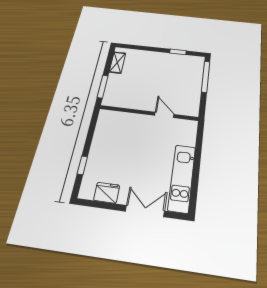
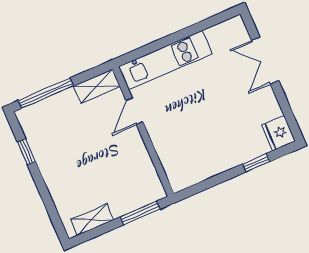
shelving: (193, 103) -> (97, 86), added
kitchen unit: (182, 178) -> (165, 60), moved
fridge: (107, 193) -> (279, 133), moved

